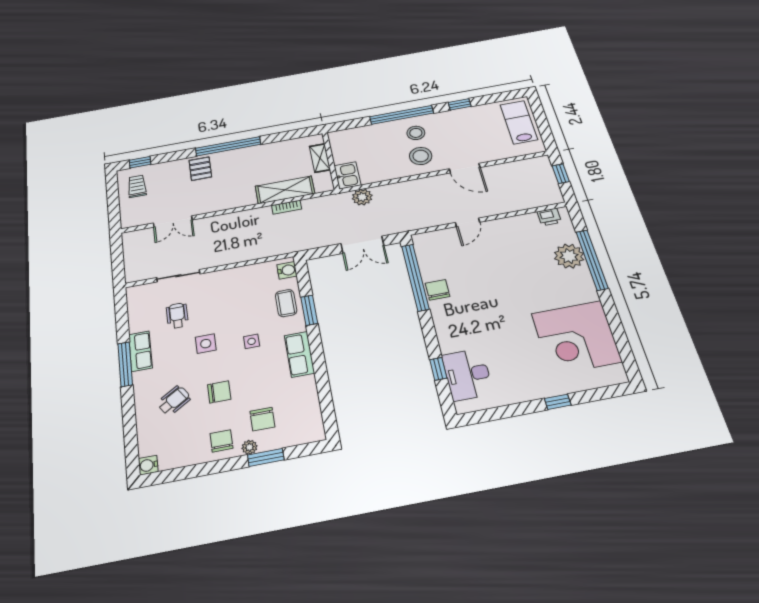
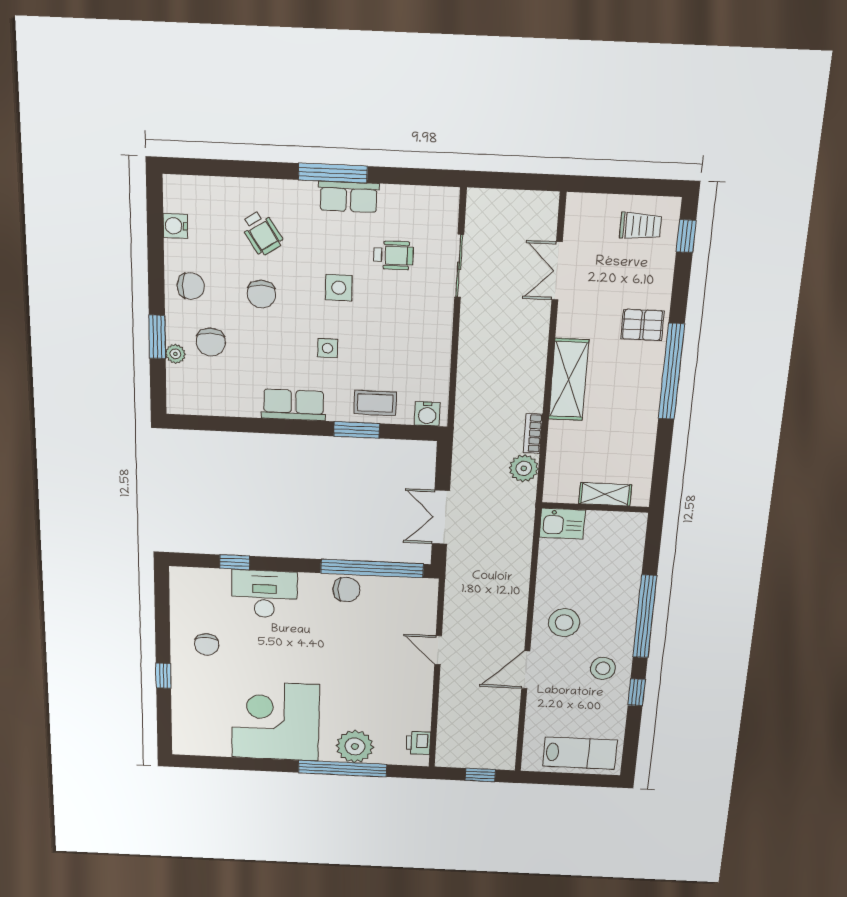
stool: (416, 133) -> (603, 668), moved
shelving: (285, 190) -> (569, 380), moved
plant: (362, 197) -> (524, 468), moved
corner desk: (576, 337) -> (275, 721), moved
desk: (467, 374) -> (264, 594), moved
chair: (517, 375) -> (207, 644), added
chair: (262, 419) -> (211, 342), turned -90
plant: (249, 447) -> (175, 354), moved
water cooler: (148, 465) -> (175, 226), moved, turned -90

